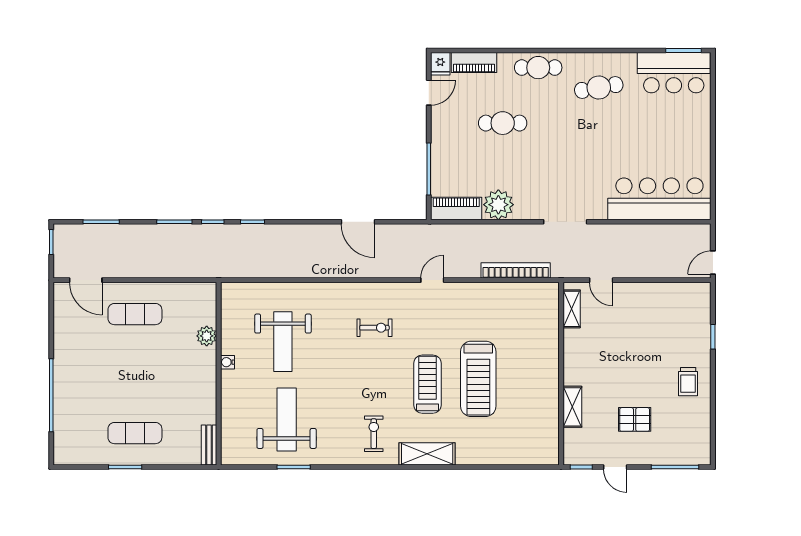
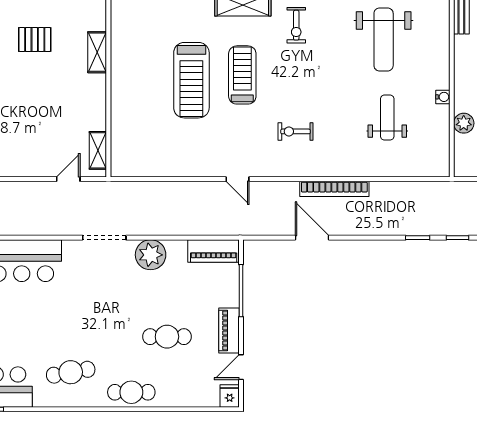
piano: (474, 63) -> (229, 330), moved, turned -90
plant: (498, 205) -> (151, 255), moved
bookcase: (516, 270) -> (334, 189), moved
door: (432, 280) -> (237, 179), hinge flipped
door: (601, 280) -> (68, 179), hinge flipped
weight bench: (283, 342) -> (387, 118), width x0.73, depth x0.75
treadmill: (478, 379) -> (191, 80), turned 180
treadmill: (428, 384) -> (242, 75), turned 180

